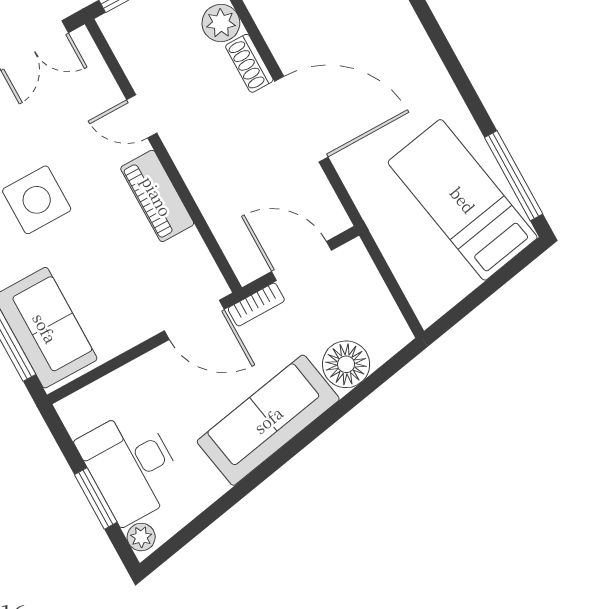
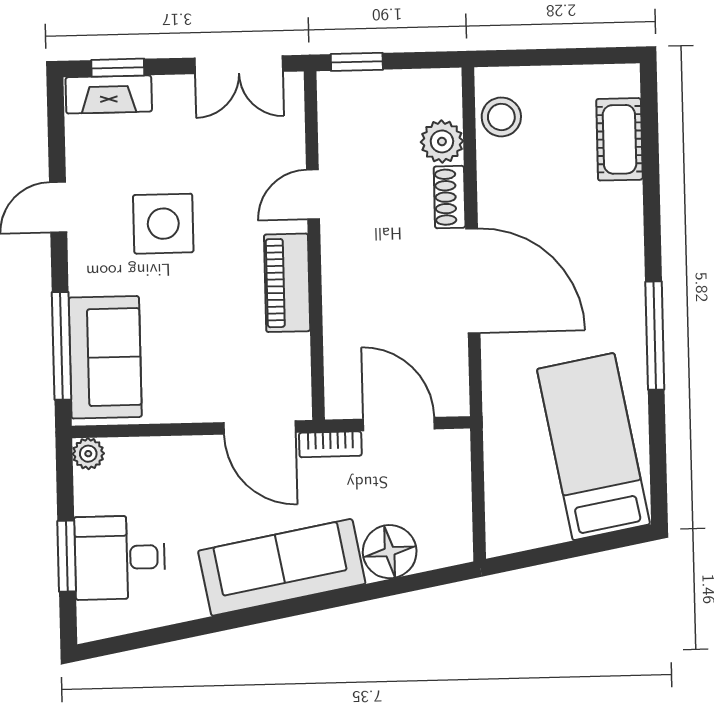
door: (142, 116) -> (313, 194), hinge flipped
window: (514, 176) -> (655, 336), moved
desk: (131, 466) -> (120, 558), width x0.73
plant: (141, 537) -> (88, 454), moved

